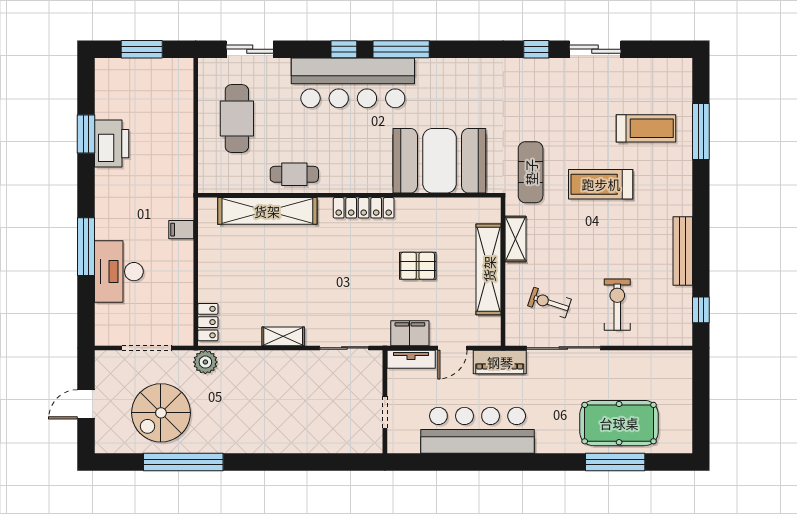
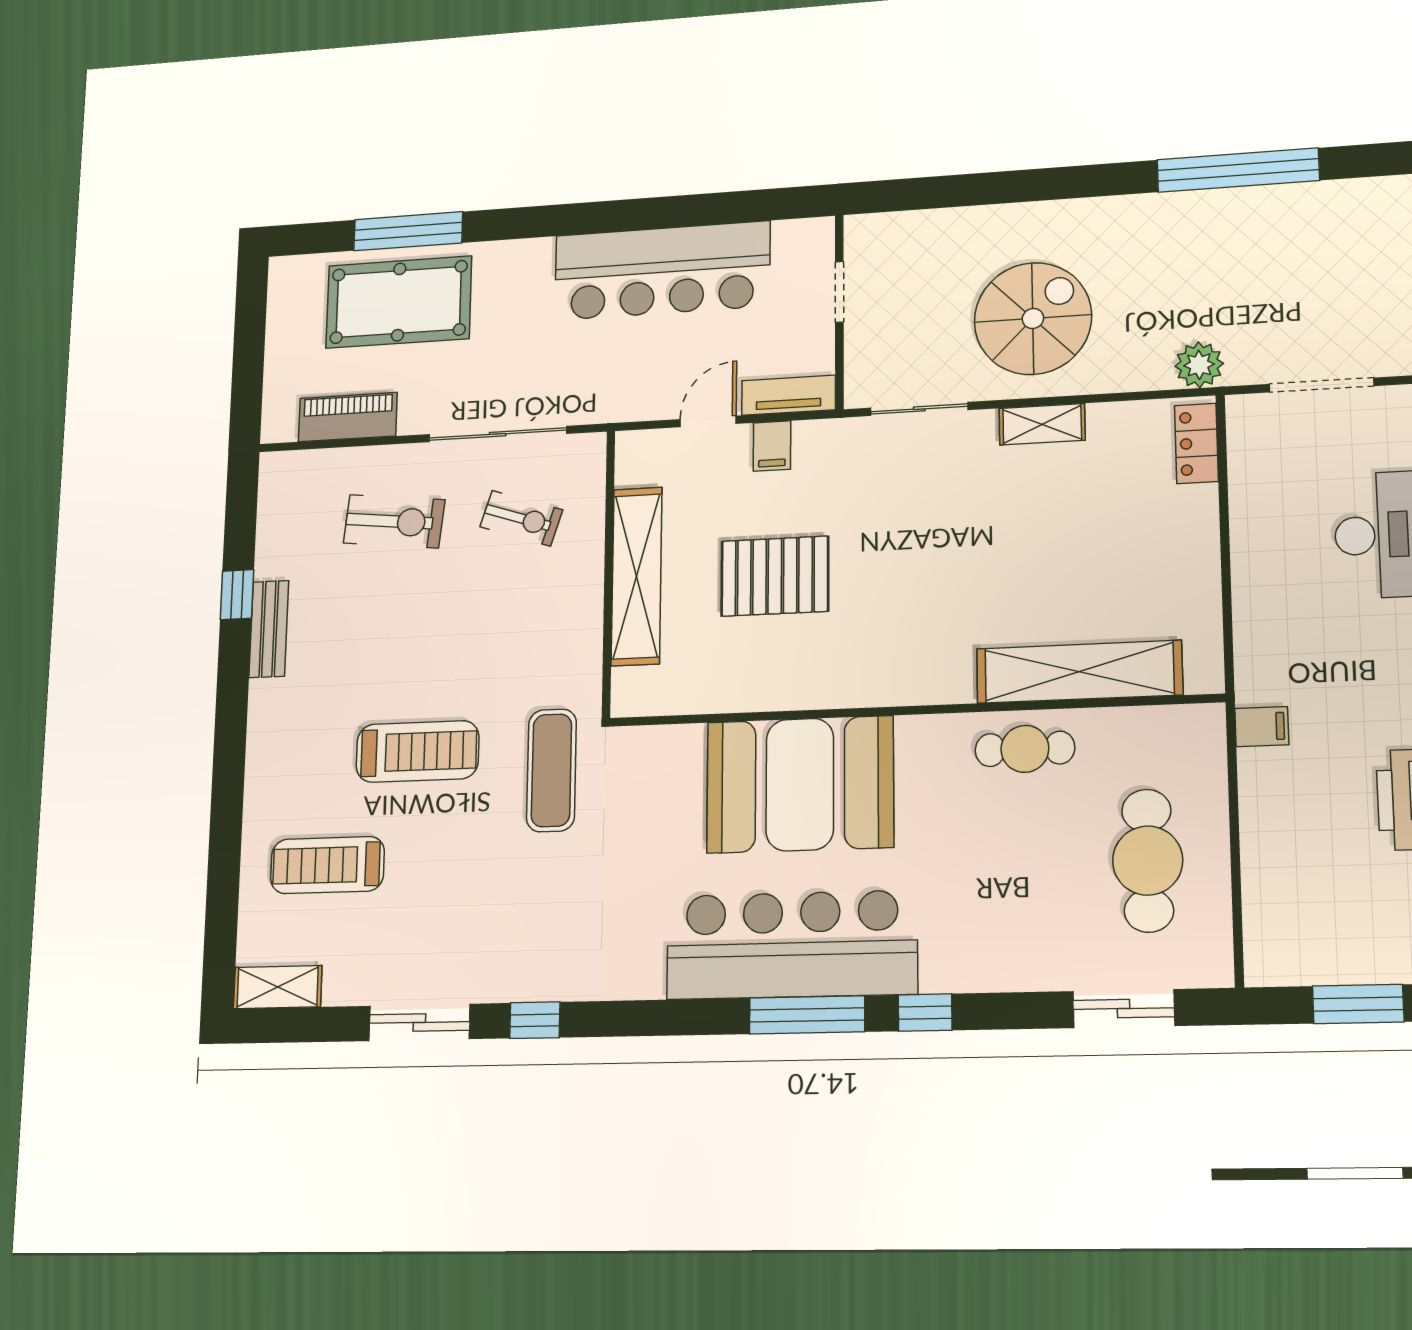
bar counter: (353, 83) -> (791, 945), moved
window: (701, 131) -> (224, 862), removed
booth: (439, 161) -> (800, 784), moved
locker: (364, 208) -> (882, 686), removed
filing cabinet: (181, 230) -> (1262, 727), moved
shelving: (516, 239) -> (278, 987), moved, turned 90
bench: (683, 251) -> (269, 629), width x0.73
pallet: (418, 266) -> (775, 576), width x1.50, depth x1.42
exercise bike: (617, 305) -> (394, 521), turned -84
window: (701, 310) -> (237, 595), moved
filing cabinet: (410, 333) -> (772, 446), width x0.50
piano: (500, 362) -> (348, 417), moved
spiral stairs: (161, 413) -> (1033, 318), moved

